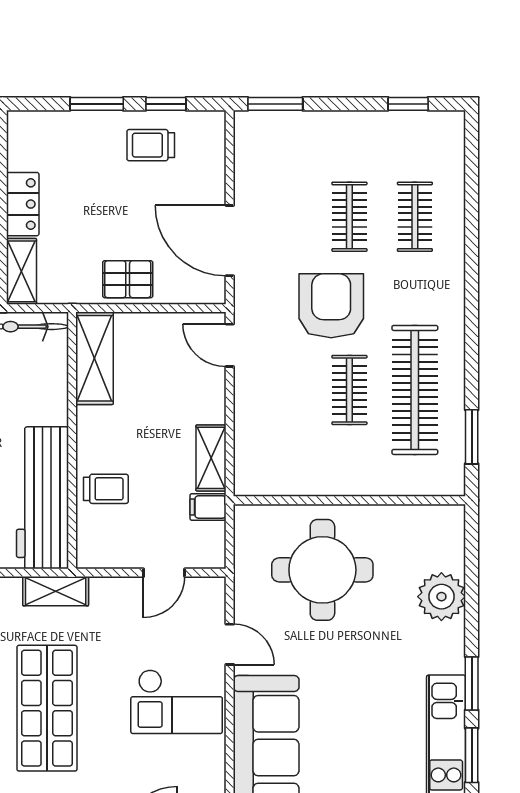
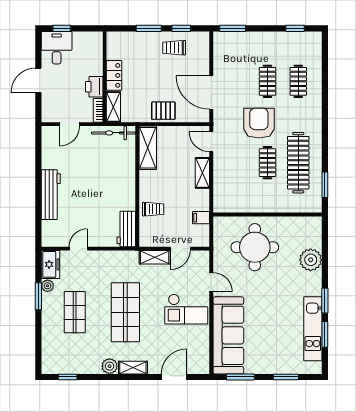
shelving: (211, 458) -> (202, 173), moved
workbench: (42, 498) -> (126, 229), width x0.53, depth x0.76
shelving: (56, 591) -> (155, 257), moved

